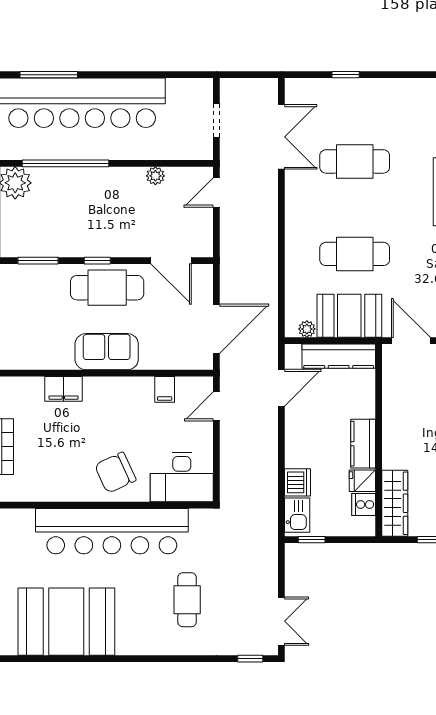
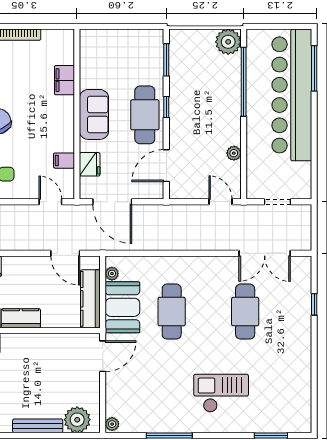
fridge: (169, 357) -> (90, 164), added

